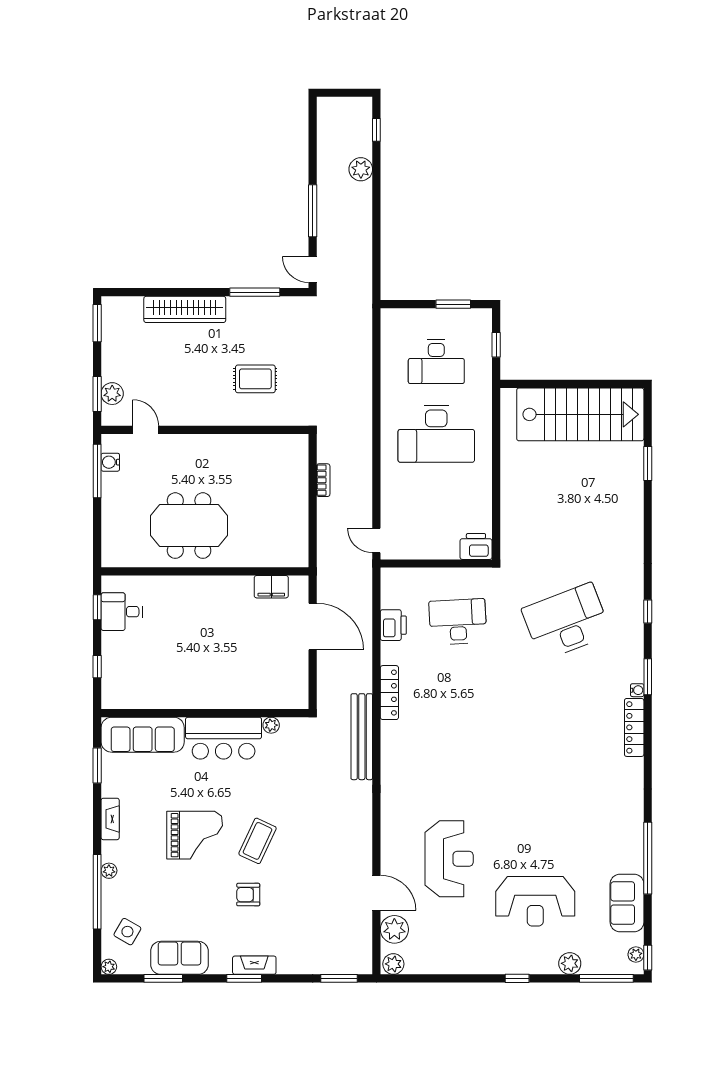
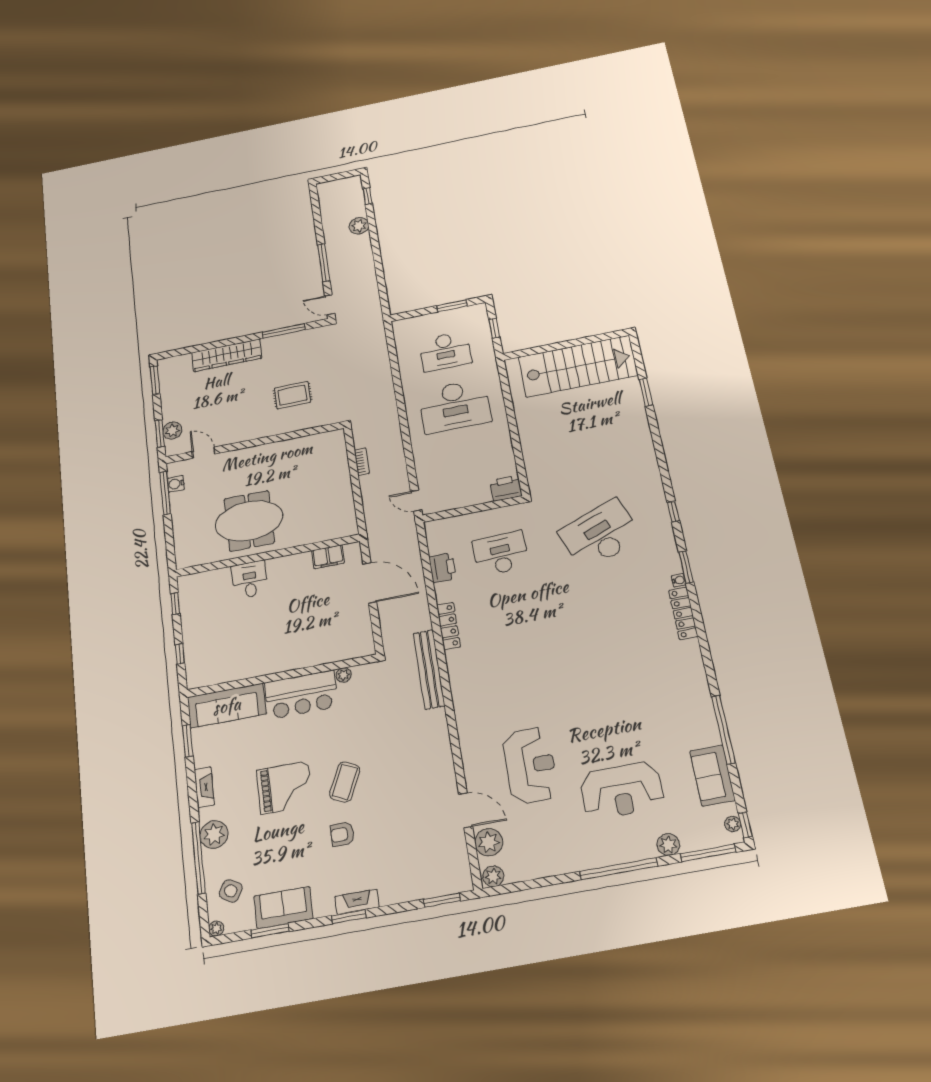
desk: (122, 612) -> (250, 580), moved, turned 90
plant: (109, 871) -> (214, 834), width x1.87, depth x1.87
window: (517, 978) -> (619, 869), width x3.17

